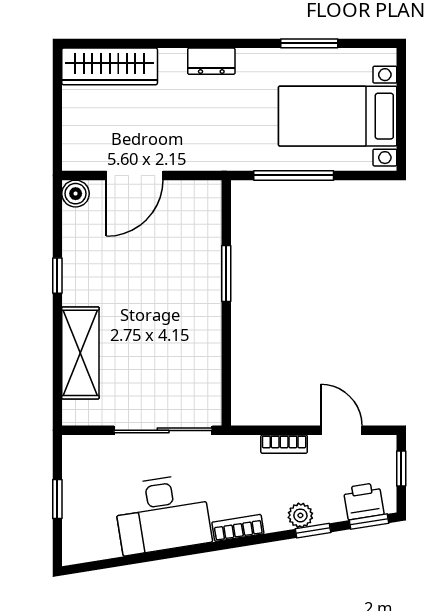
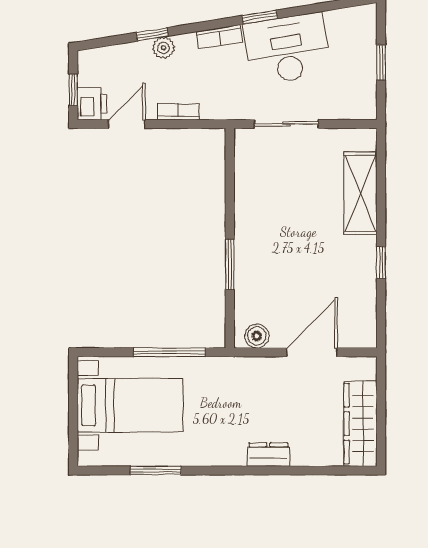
dresser: (211, 61) -> (268, 454), moved
wardrobe: (110, 66) -> (360, 424), moved, turned -90
boiler: (76, 194) -> (257, 336), moved
sliding door: (163, 430) -> (286, 124), width x0.73
door: (341, 430) -> (127, 124), swing flipped
printer: (364, 501) -> (92, 104), moved, turned -81
window: (369, 522) -> (260, 17), moved

